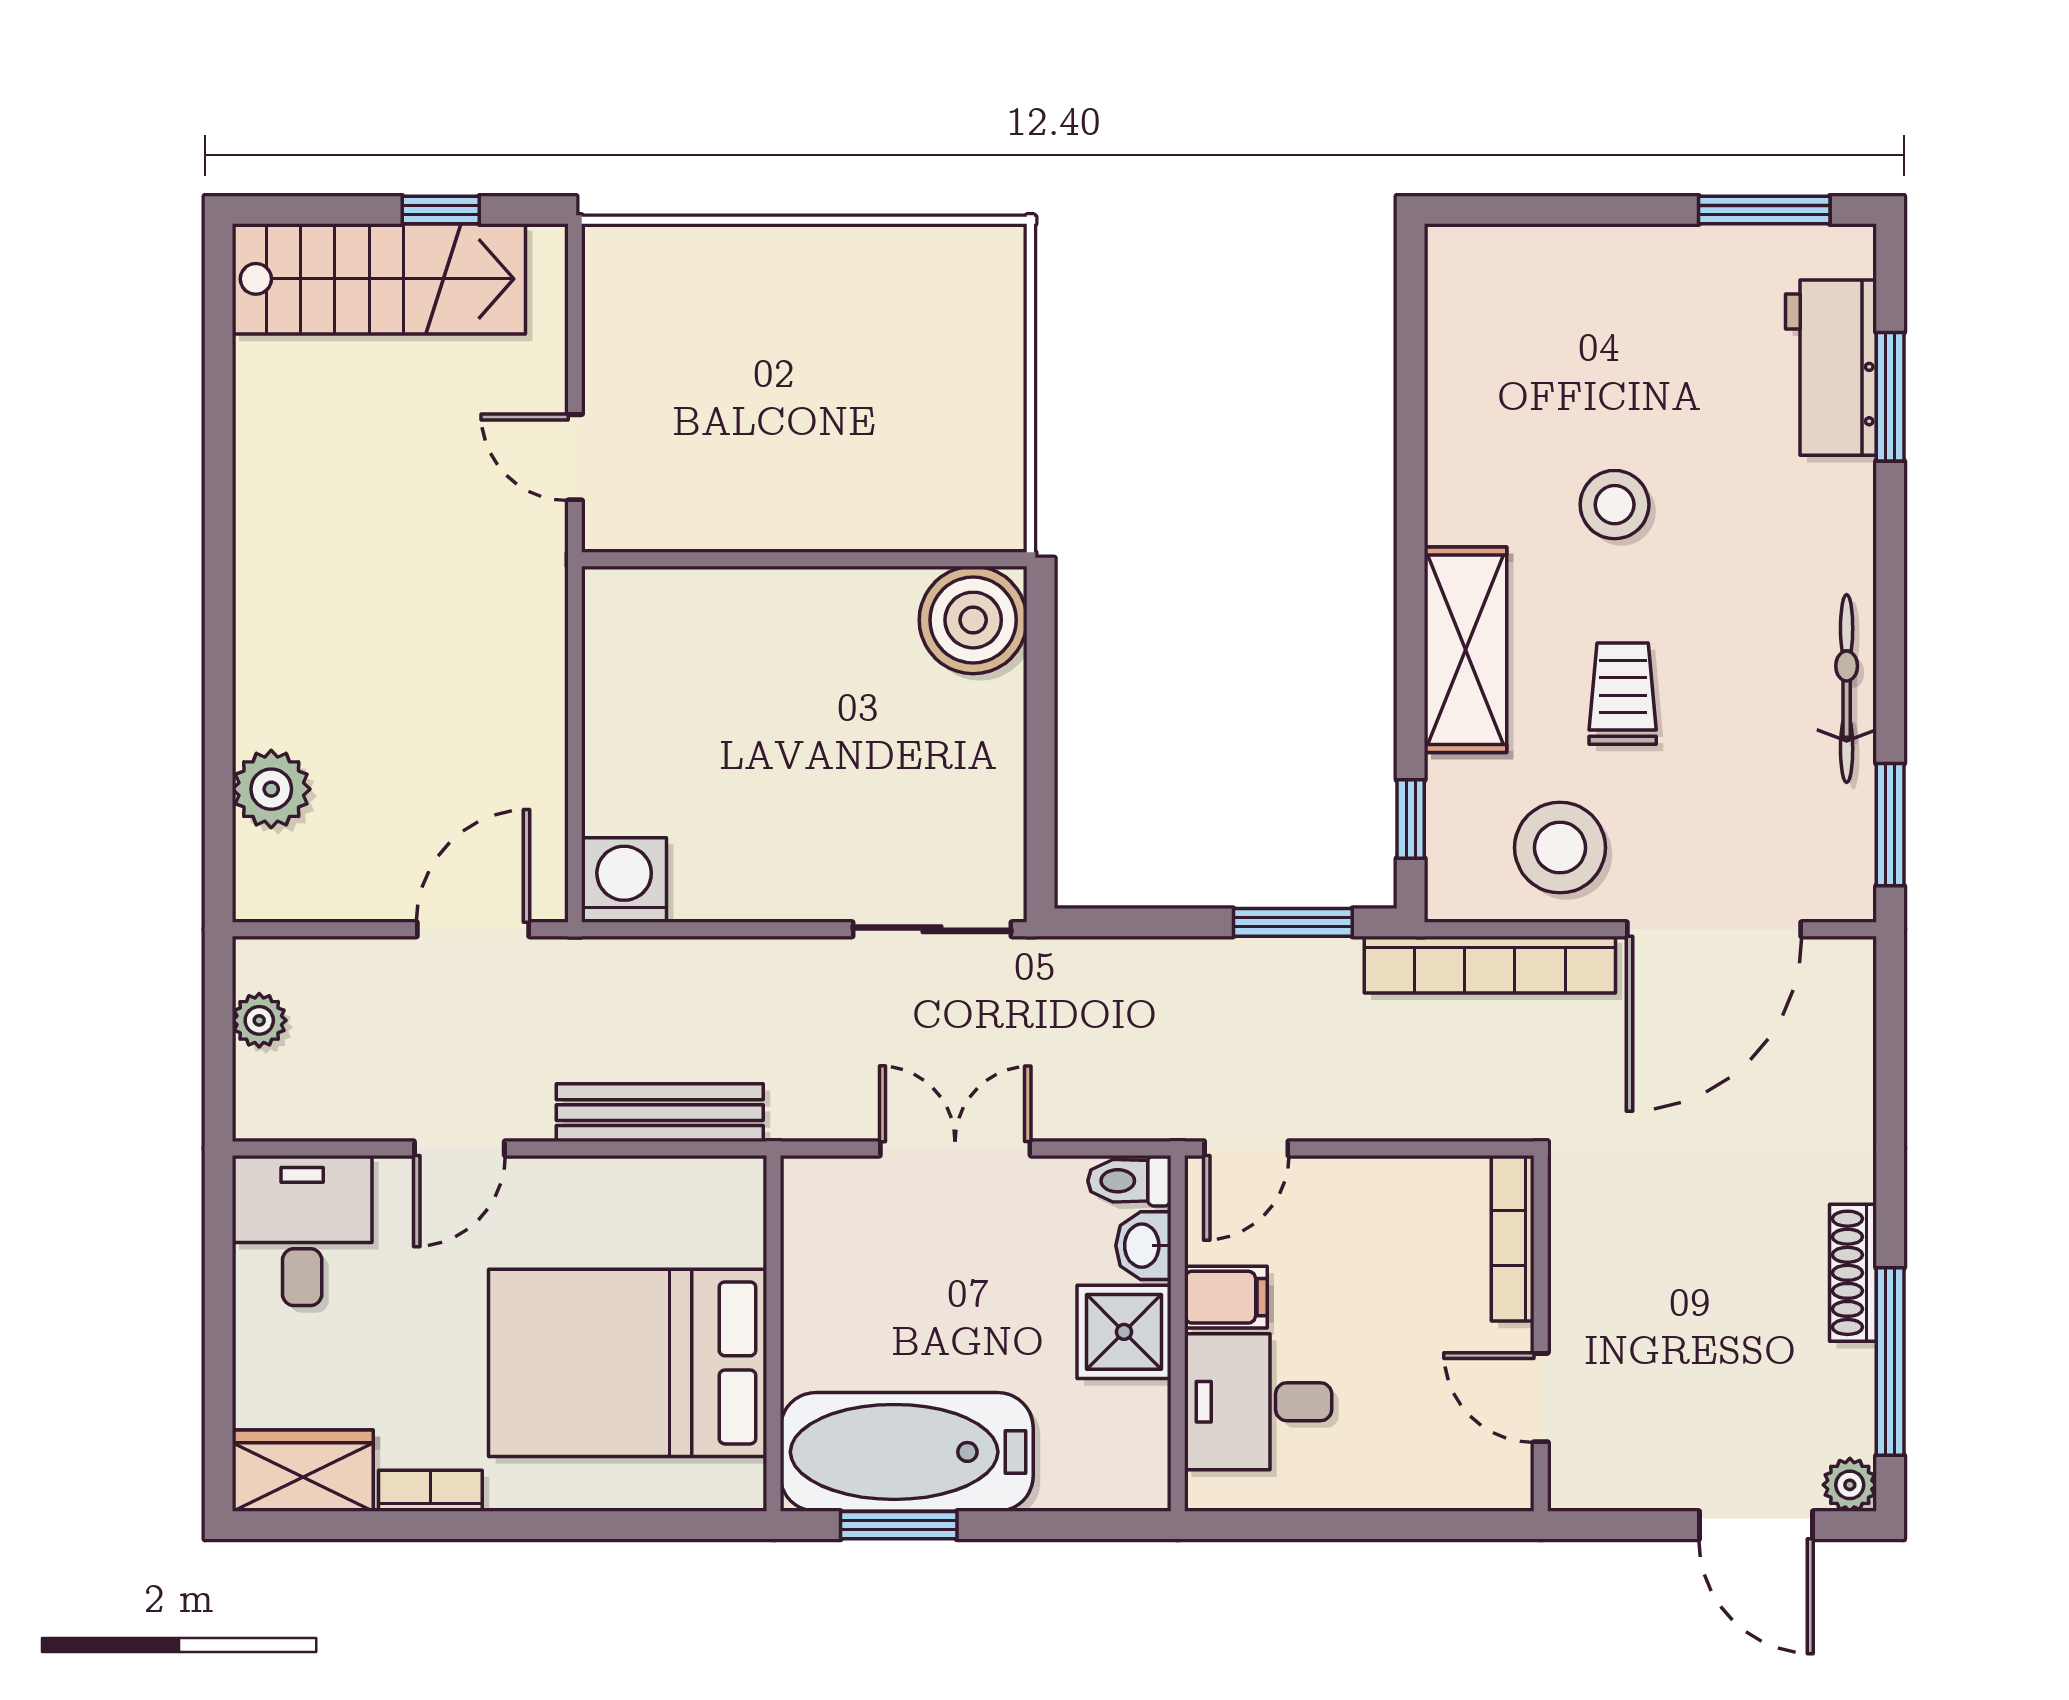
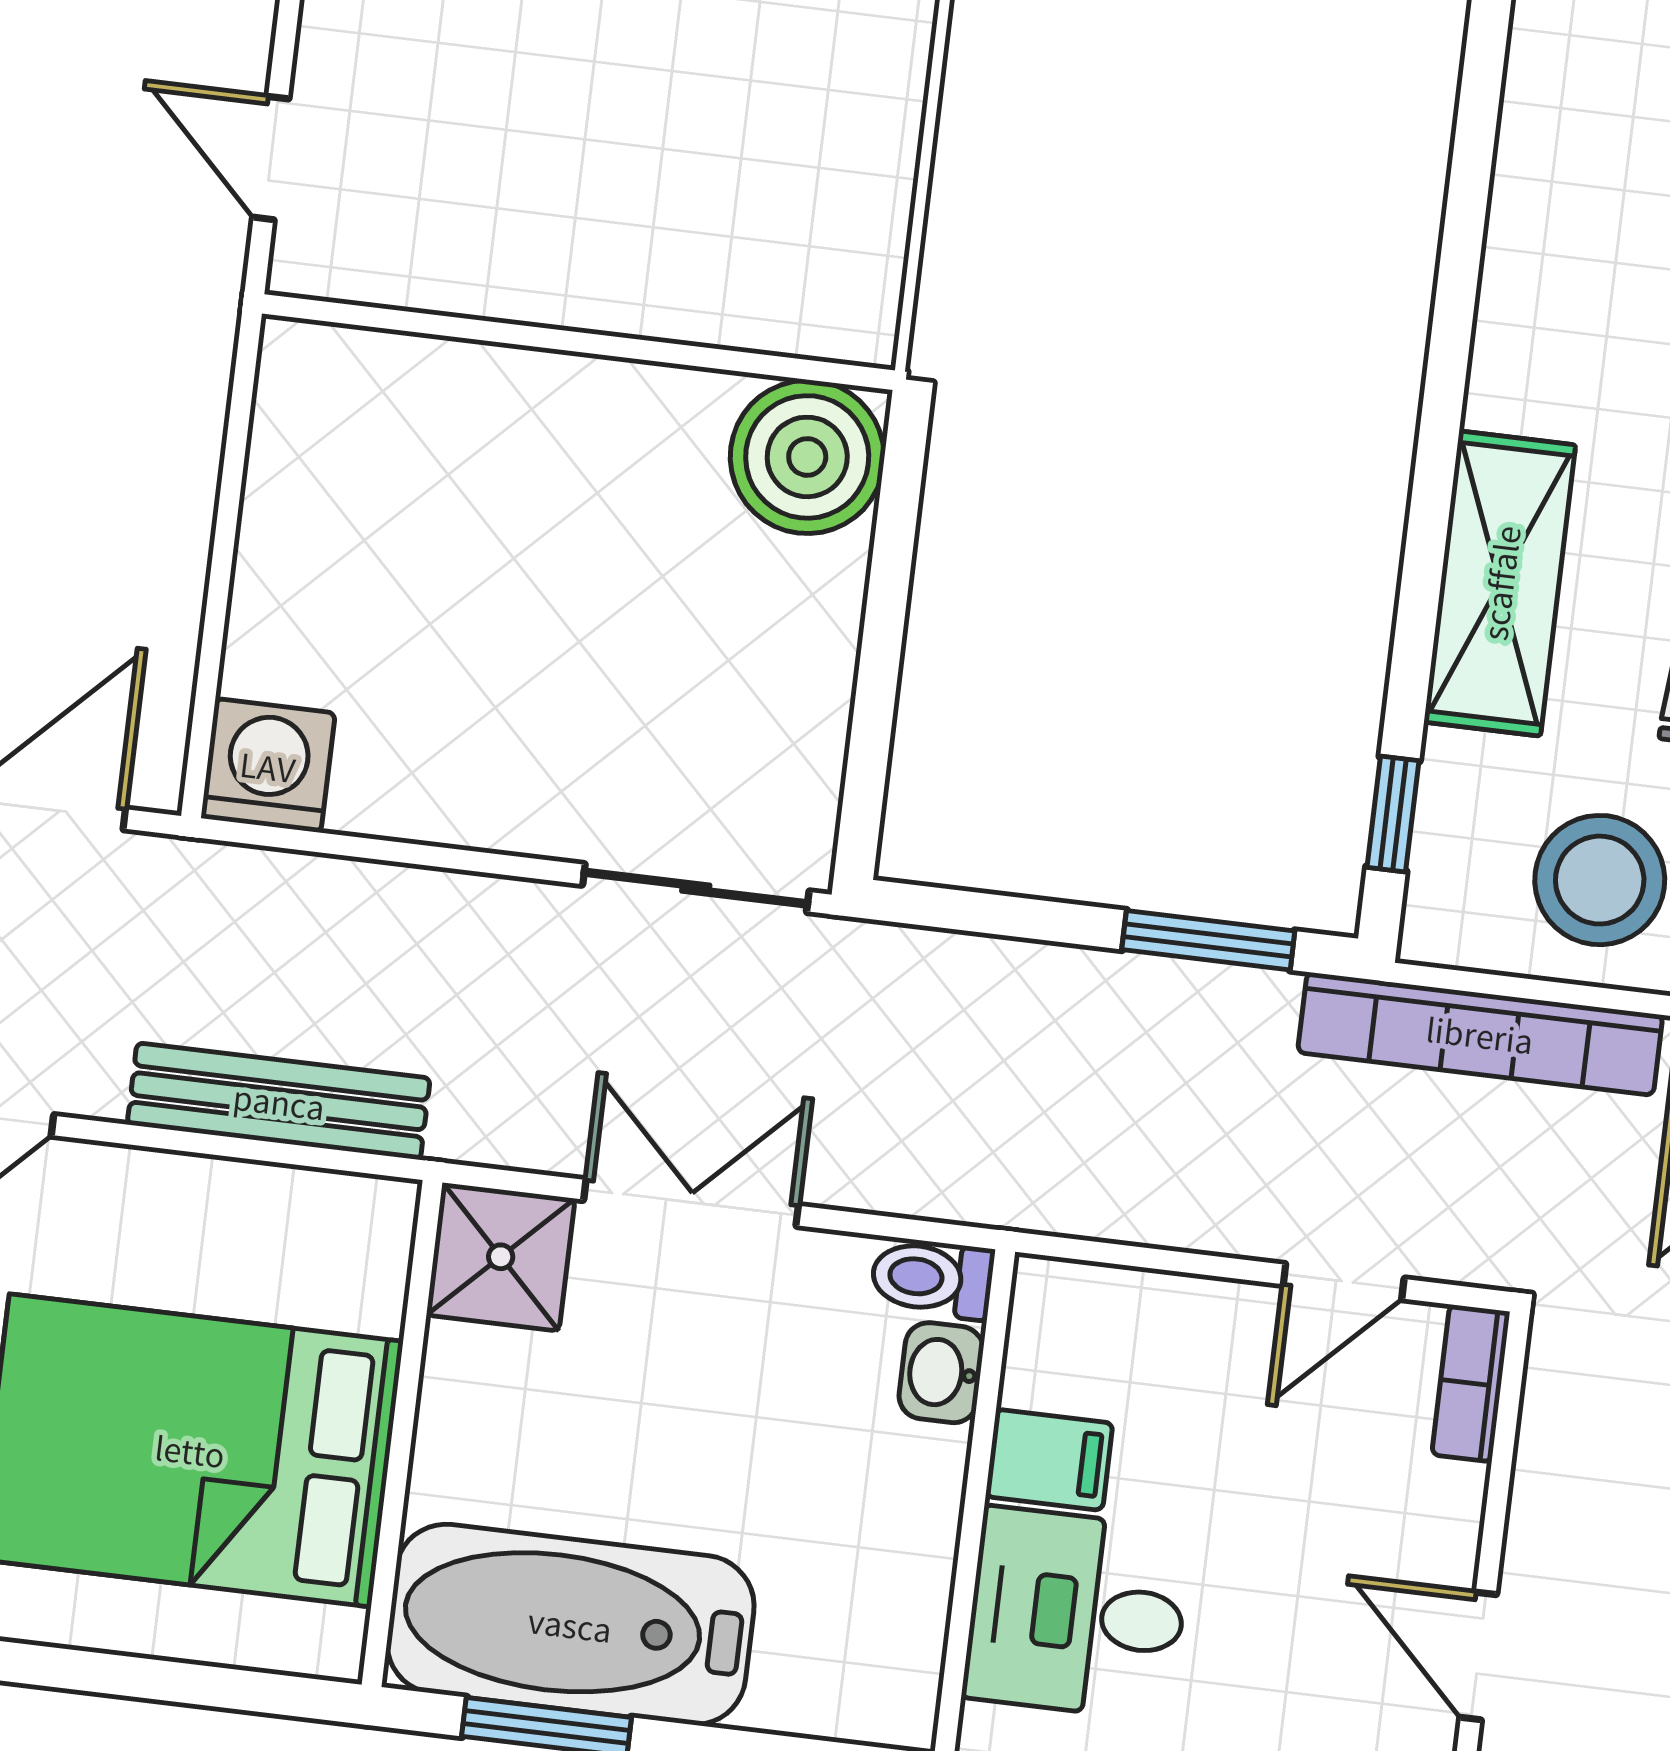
door: (1246, 1148) -> (1344, 1282), moved
bookcase: (1513, 1238) -> (1471, 1383), width x0.64
shower: (1124, 1332) -> (501, 1257), moved

